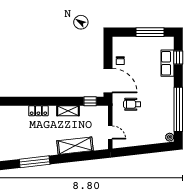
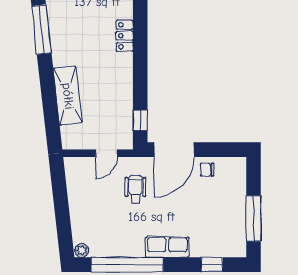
row of seats: (168, 63) -> (167, 247), moved
shelving: (68, 111) -> (125, 84), removed
door: (110, 132) -> (106, 153), moved

